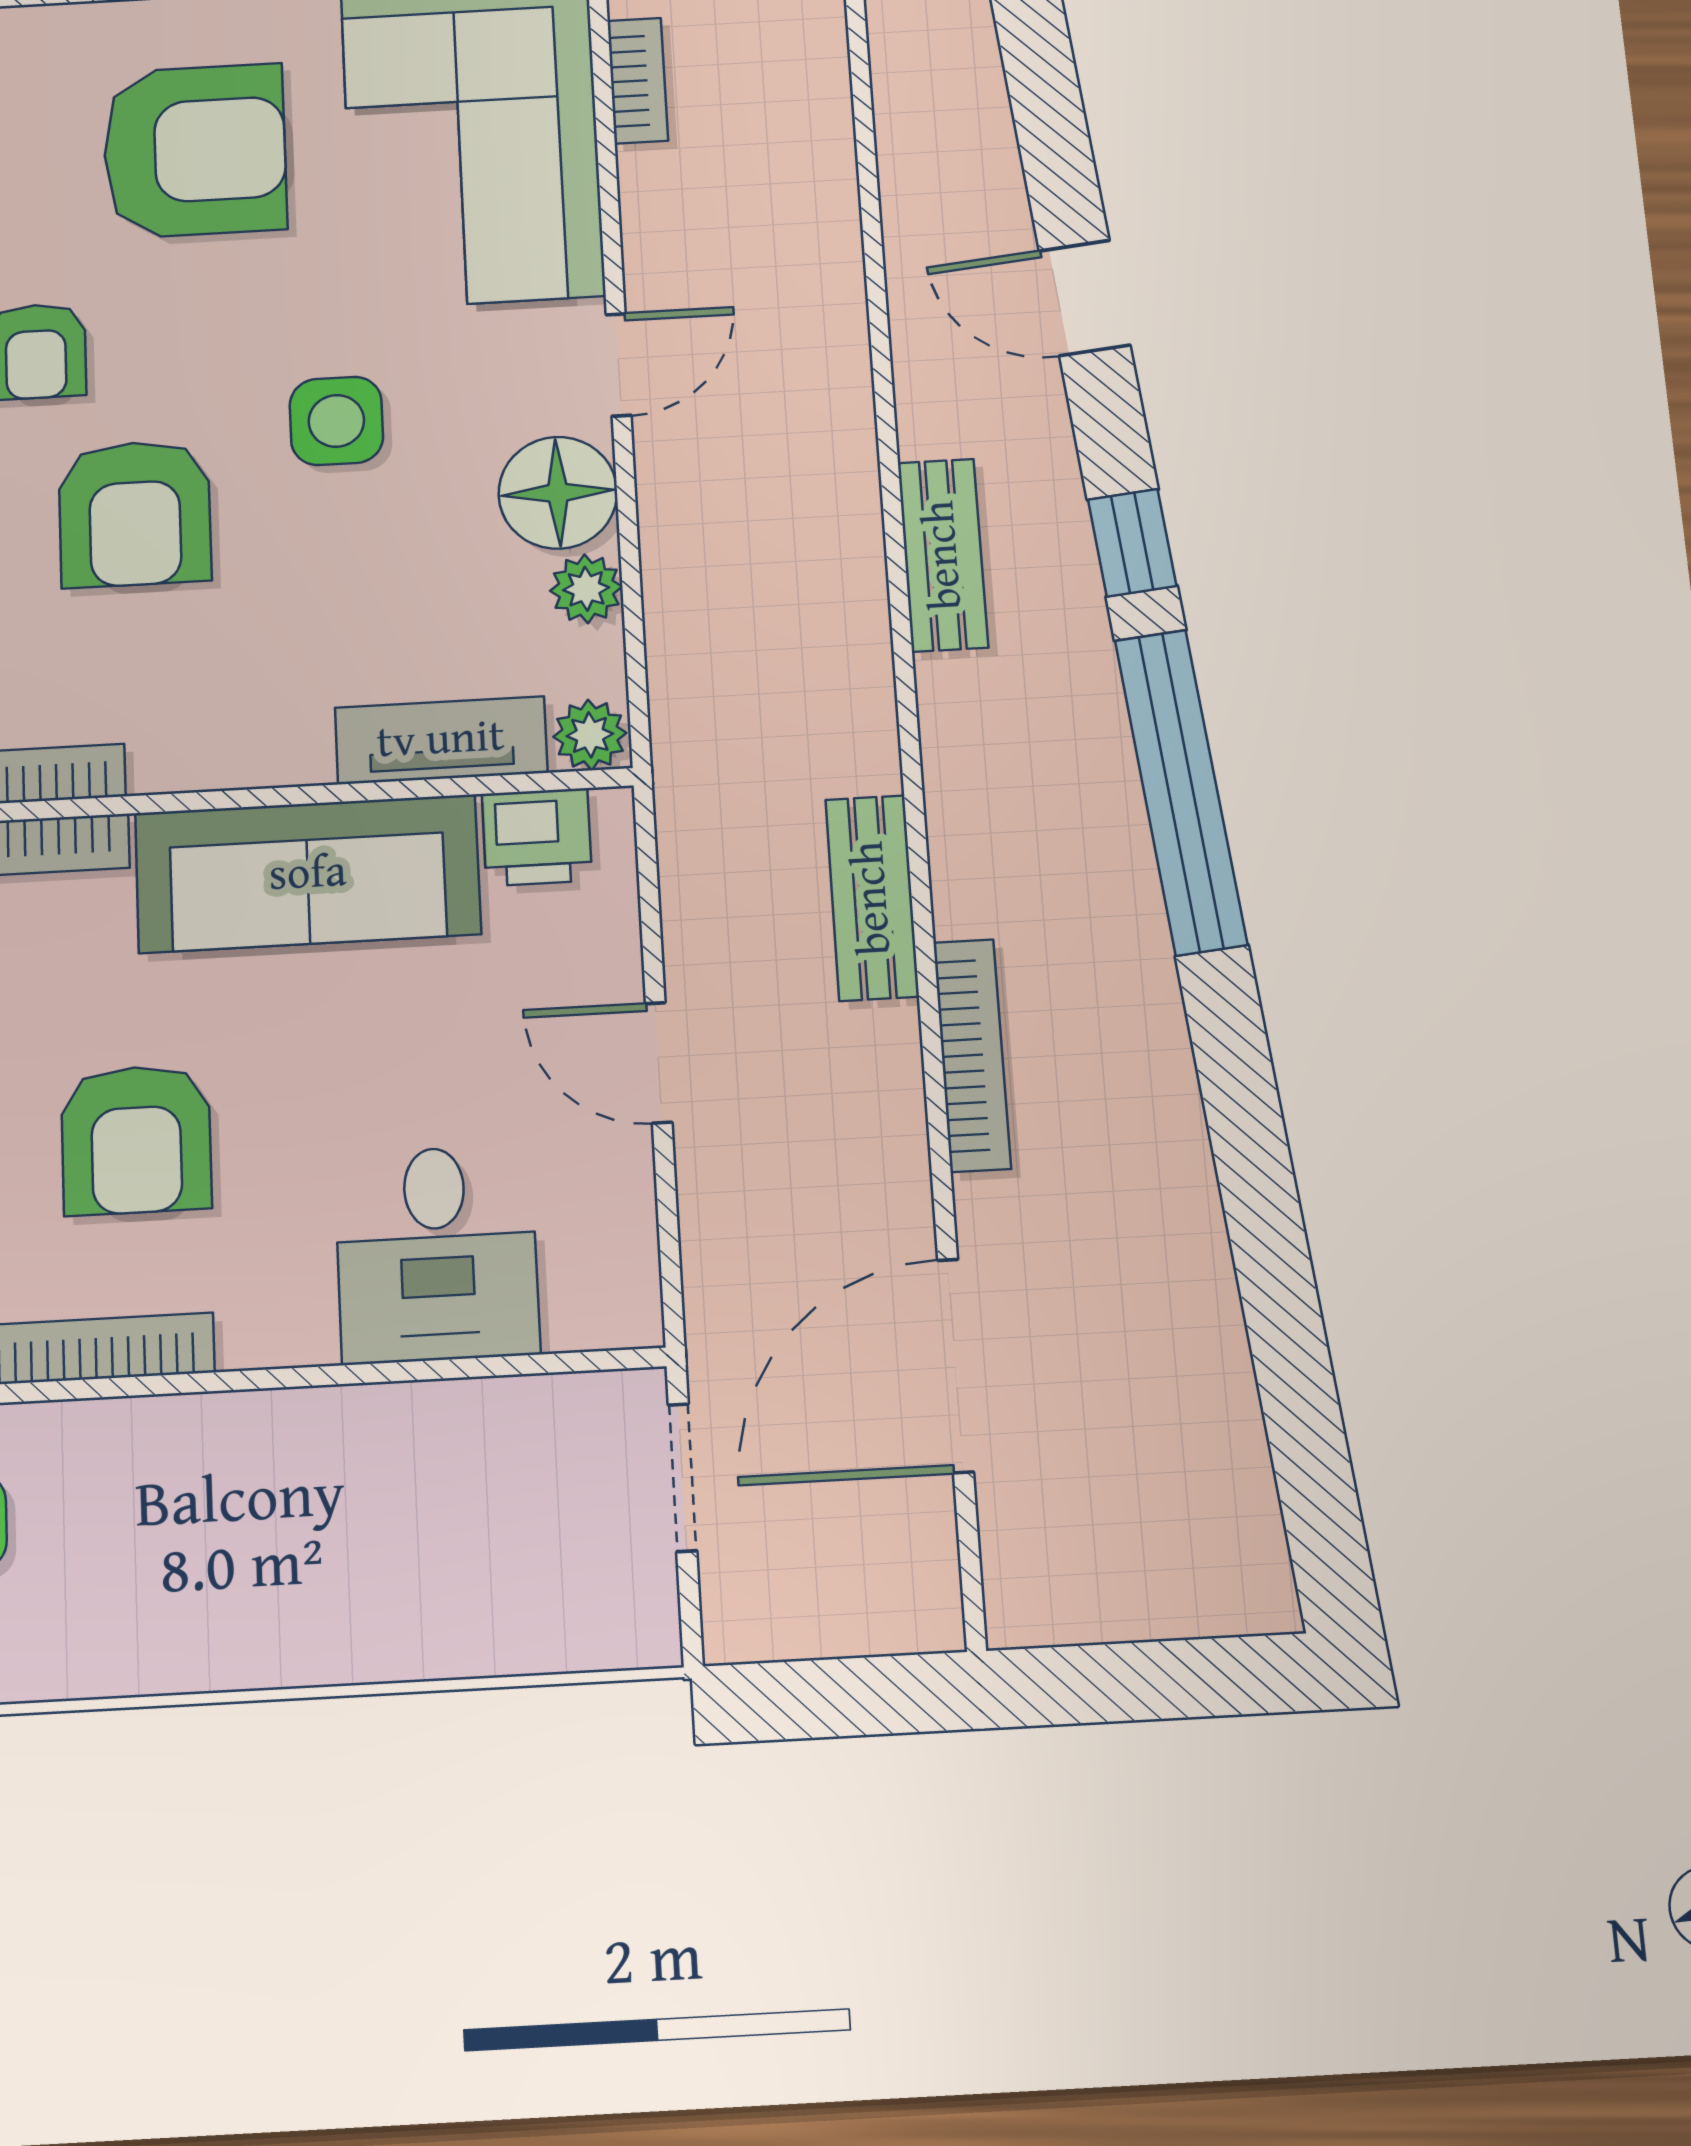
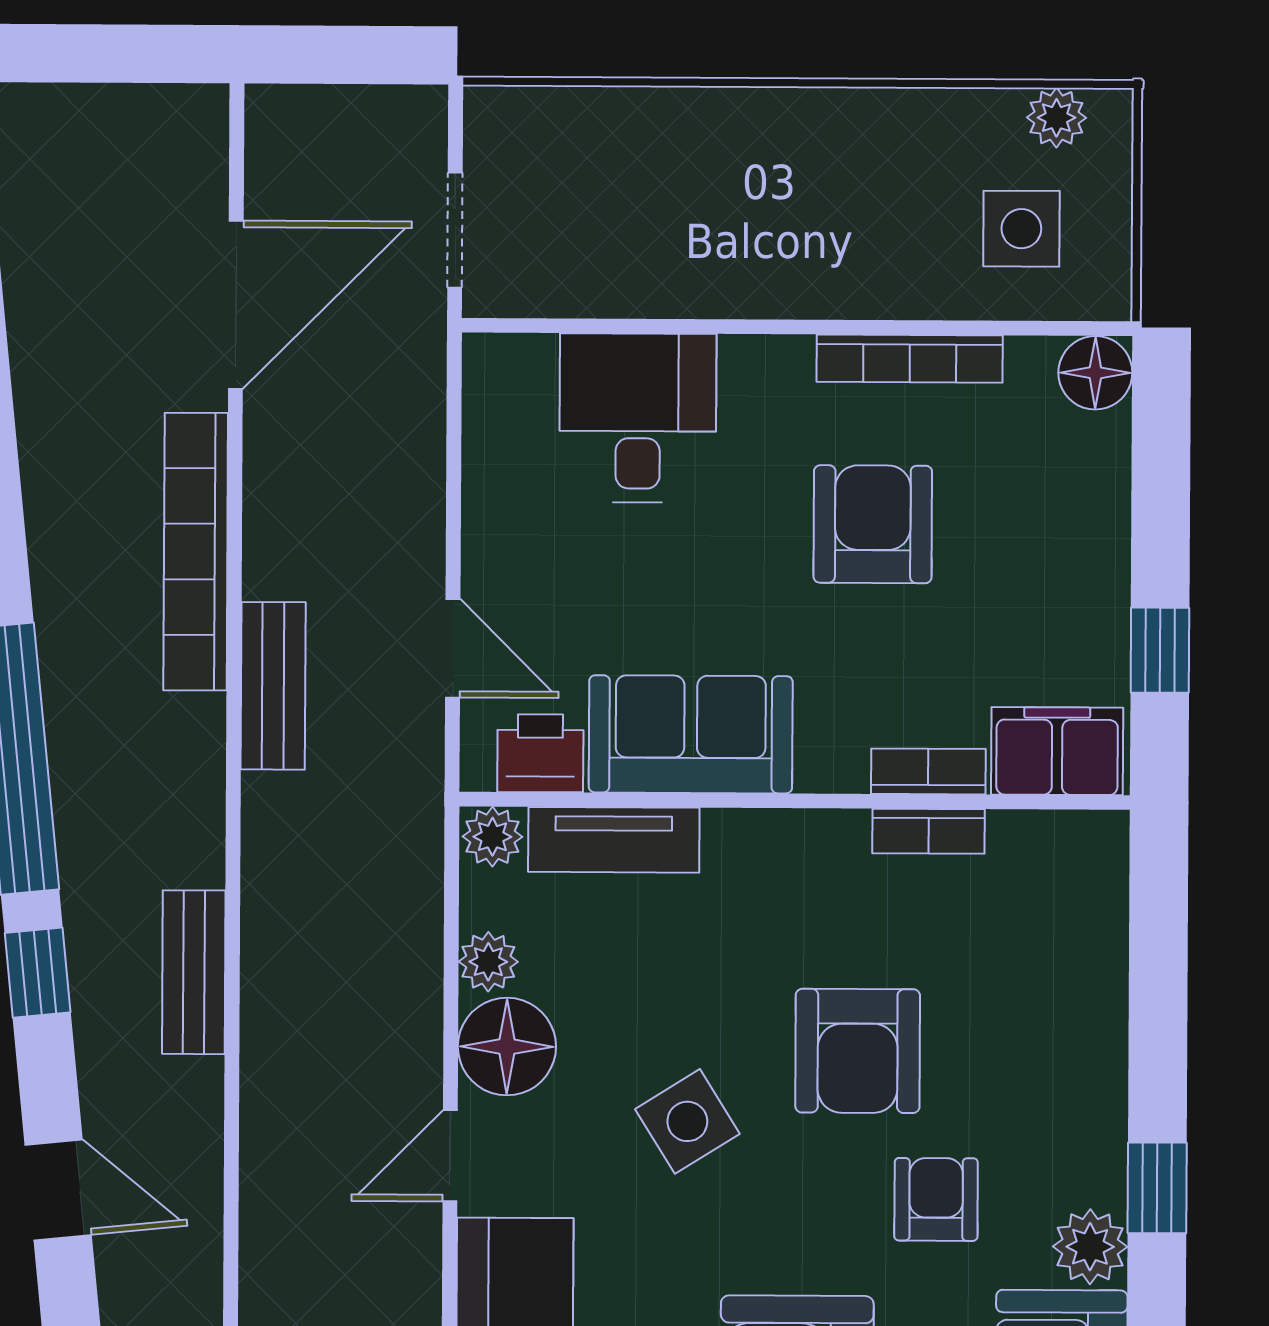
side table: (336, 421) -> (687, 1121), turned -32
armchair: (135, 514) -> (858, 1051), turned 180
sofa: (308, 874) -> (691, 734), width x0.73
bookcase: (972, 1055) -> (196, 552), width x1.48, depth x1.31
door: (659, 1063) -> (453, 648), moved

